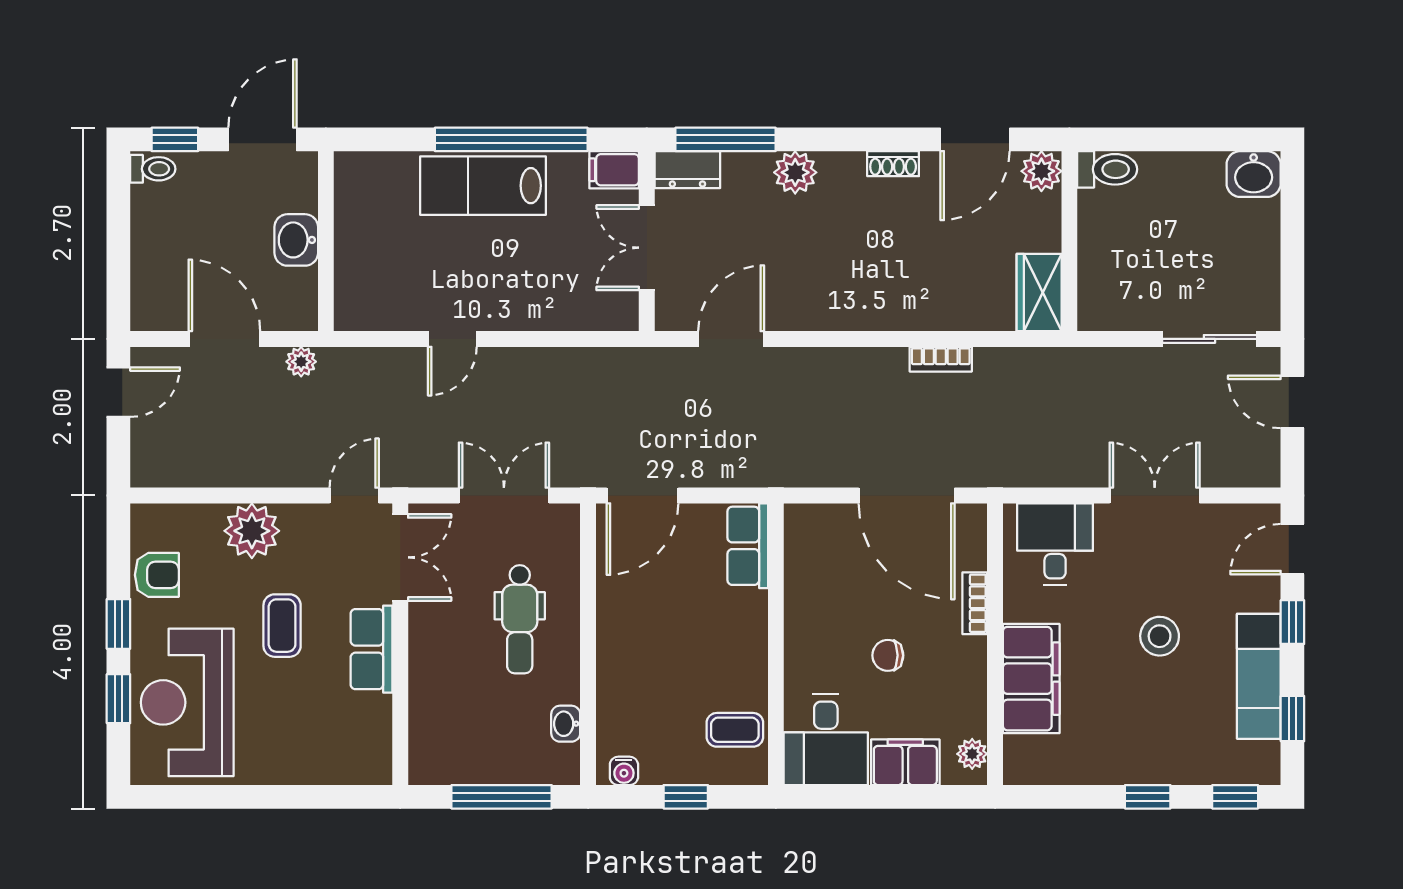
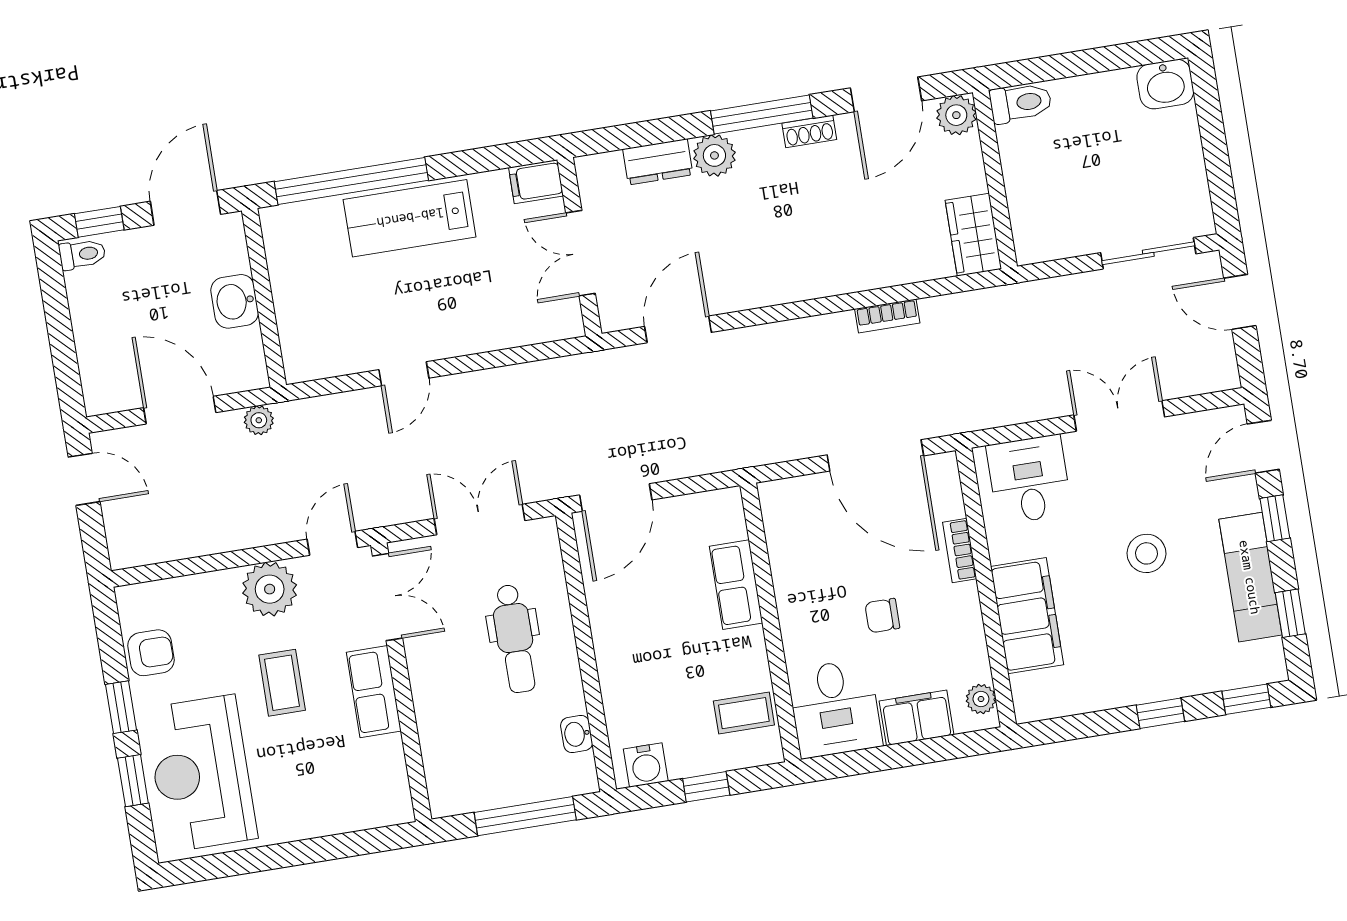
window: (511, 139) -> (351, 181), moved
window: (726, 139) -> (762, 114), moved
dresser: (687, 170) -> (658, 162), moved
door: (118, 392) -> (84, 479), hinge flipped
plant: (252, 531) -> (270, 589), moved
row of seats: (748, 546) -> (736, 585), moved
water cooler: (624, 771) -> (646, 765), width x1.38, depth x1.38

